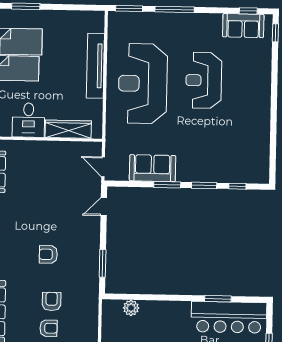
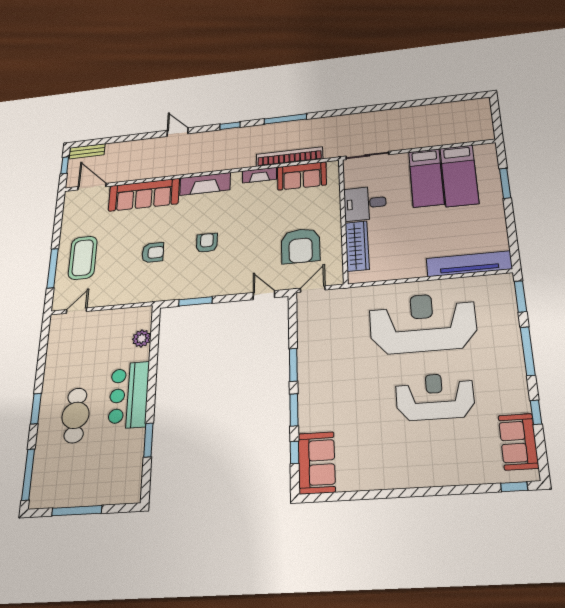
window: (248, 11) -> (536, 412), moved
tv unit: (95, 66) -> (469, 264), moved
sofa: (153, 168) -> (317, 463), moved
bar counter: (229, 317) -> (129, 395), moved, width x0.73
armchair: (49, 328) -> (301, 246), moved, width x1.88, depth x1.88

